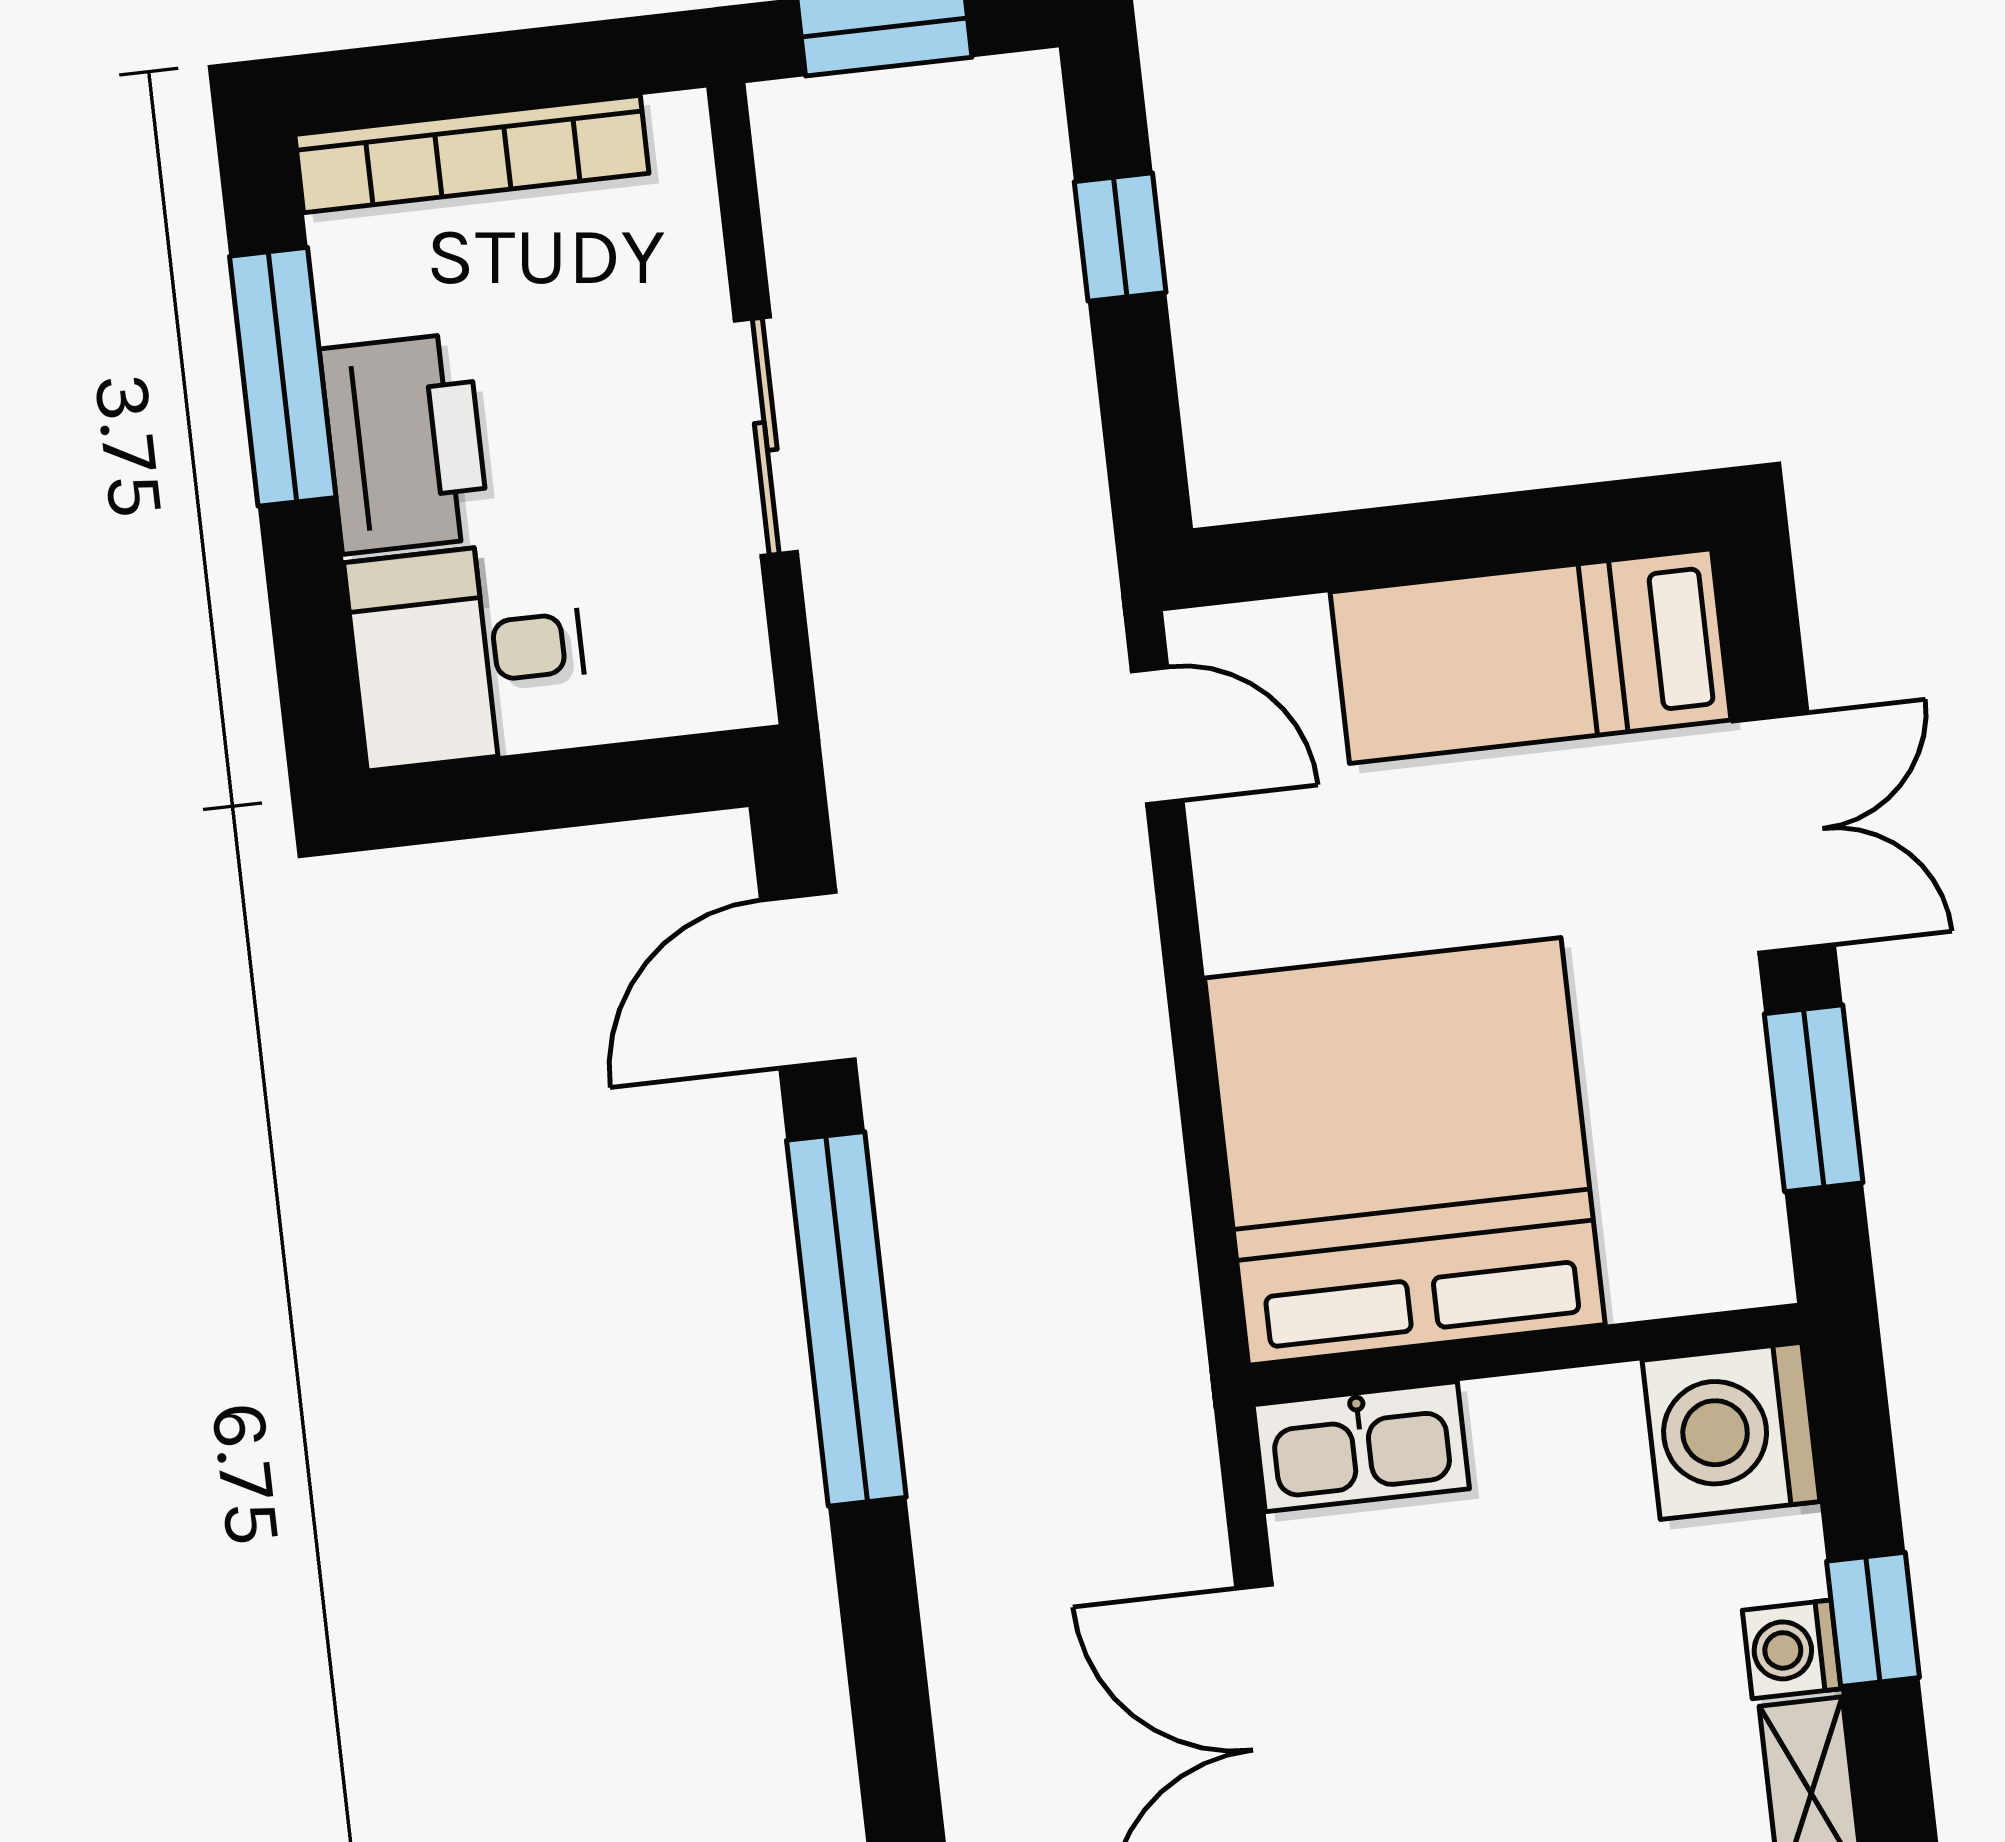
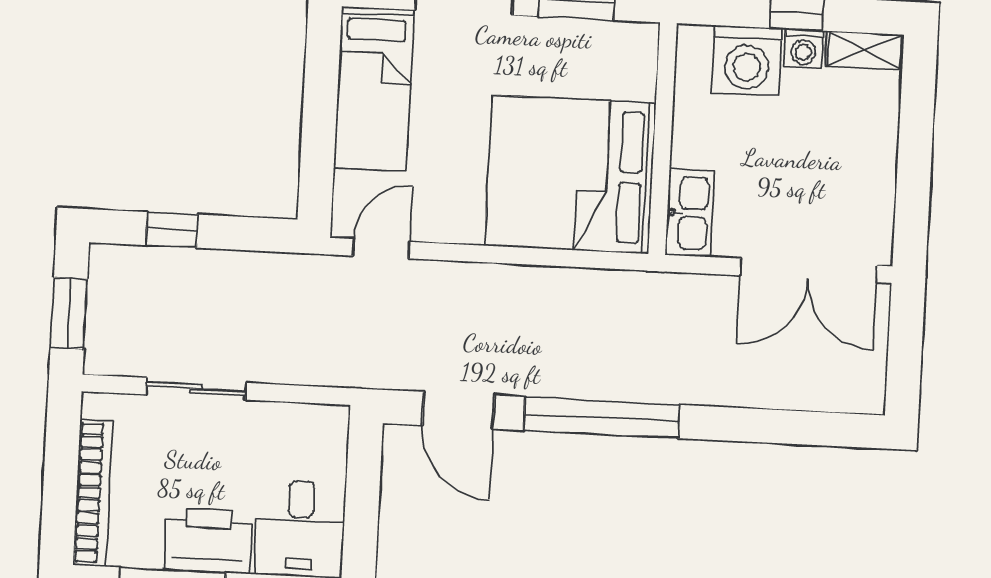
sliding door: (766, 436) -> (196, 389), moved
washing machine: (1731, 1431) -> (747, 61), moved

